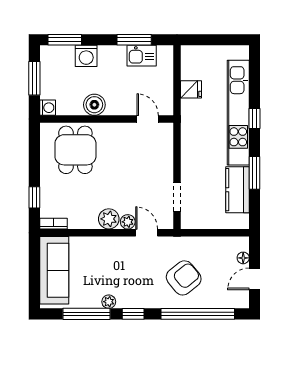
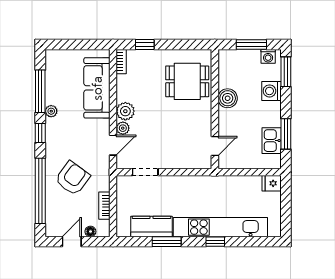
fridge: (191, 89) -> (272, 183), moved, turned 90
washing machine: (48, 108) -> (268, 56), moved
bookcase: (214, 242) -> (104, 206), added
sofa: (54, 270) -> (97, 88), moved, turned 90
armchair: (184, 278) -> (73, 178), turned -105
door: (255, 279) -> (72, 242), hinge flipped

